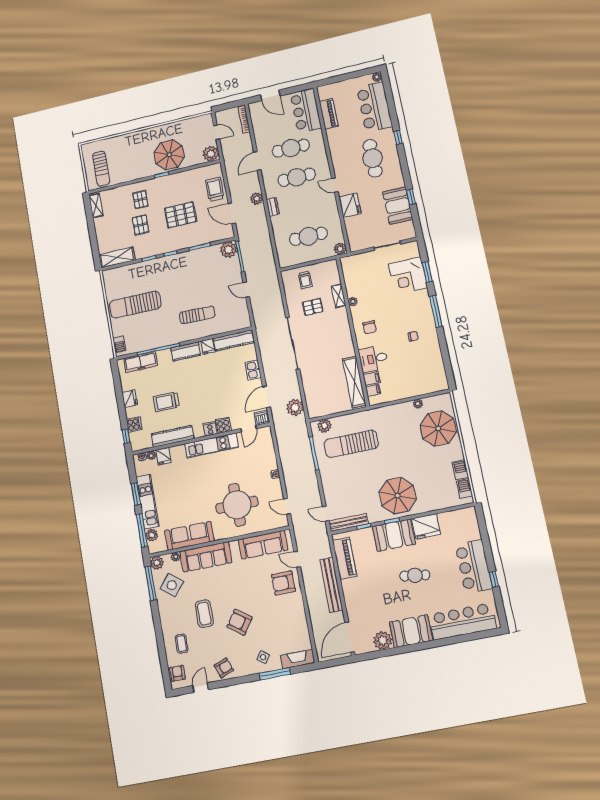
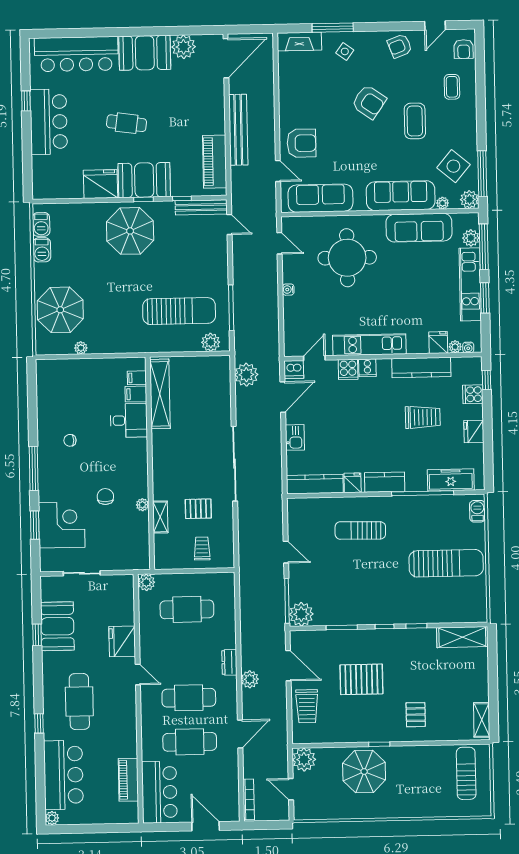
pallet: (141, 225) -> (421, 677), removed
chair: (370, 327) -> (105, 497), moved

